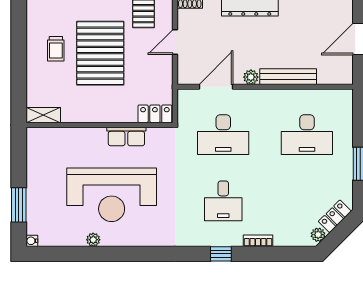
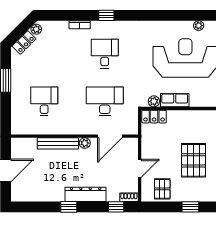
pallet: (100, 53) -> (193, 160), width x0.73, depth x0.71
plant: (155, 135) -> (154, 101), added
desk: (307, 135) -> (44, 101), width x0.73

